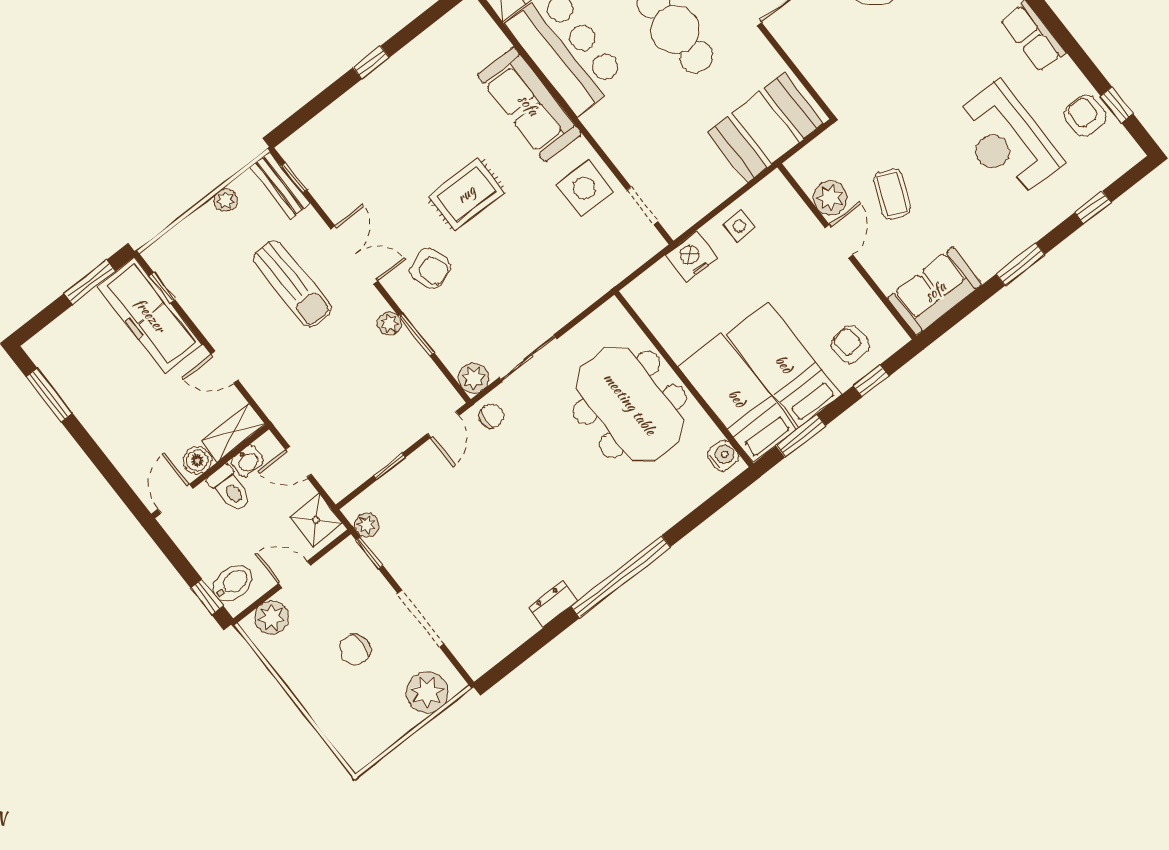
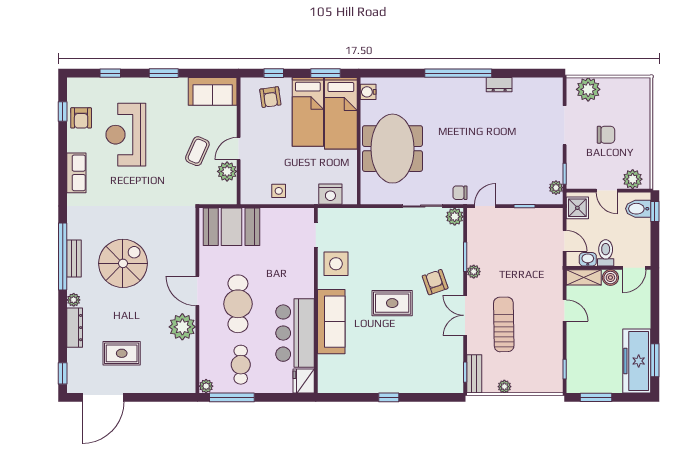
reception desk: (1007, 140) -> (126, 135), turned 180
nightstand: (691, 257) -> (330, 194), moved
freezer: (150, 315) -> (637, 361), moved, turned 180

